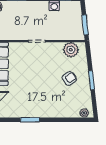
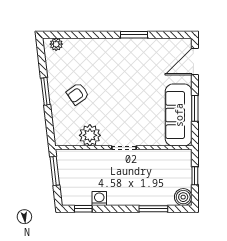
plant: (71, 50) -> (90, 135), moved

